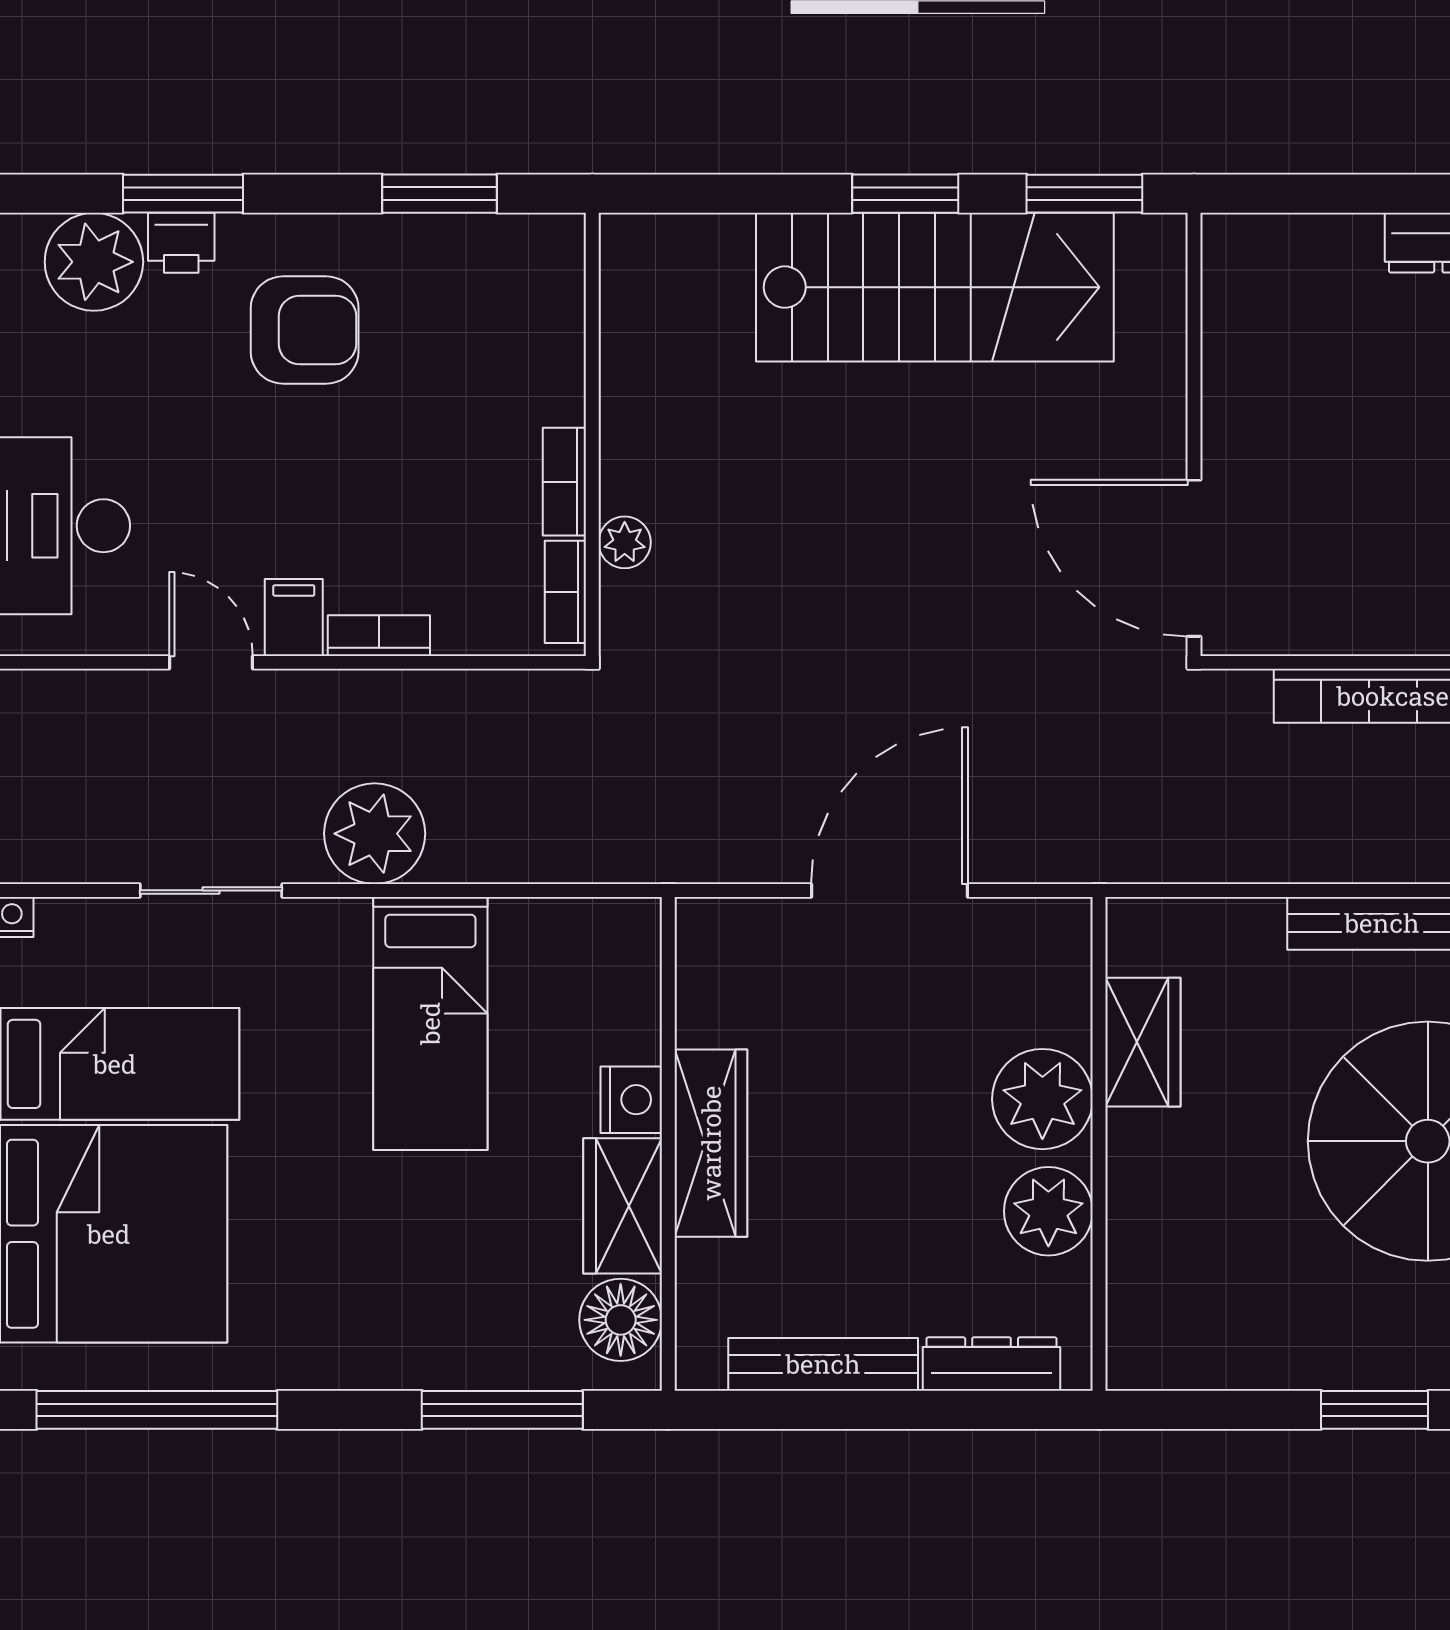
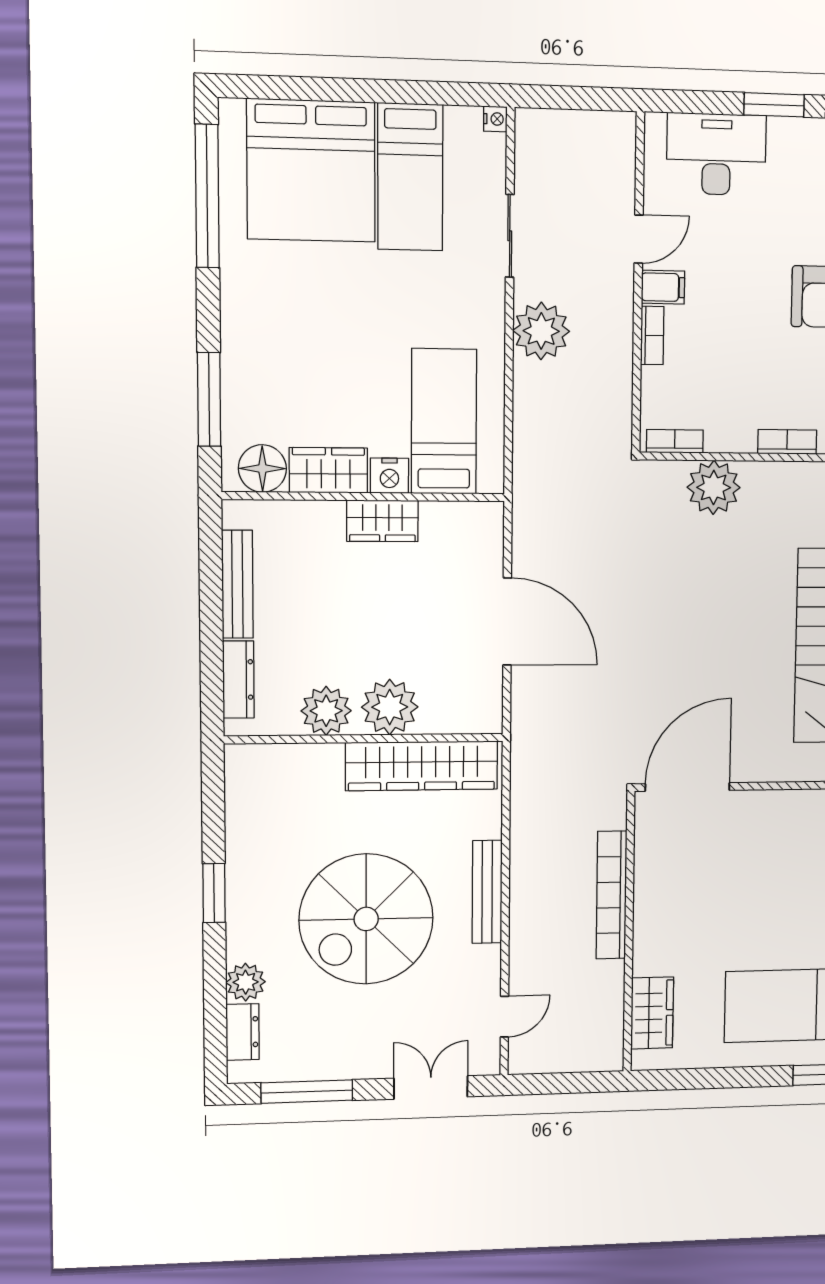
bookcase: (564, 482) -> (787, 442), moved
plant: (625, 542) -> (714, 487), width x1.88, depth x1.88
bed: (430, 1023) -> (444, 421), moved, turned 90
wardrobe: (1143, 1042) -> (422, 766), width x2.10, depth x1.17
wardrobe: (711, 1143) -> (382, 521), width x0.67

